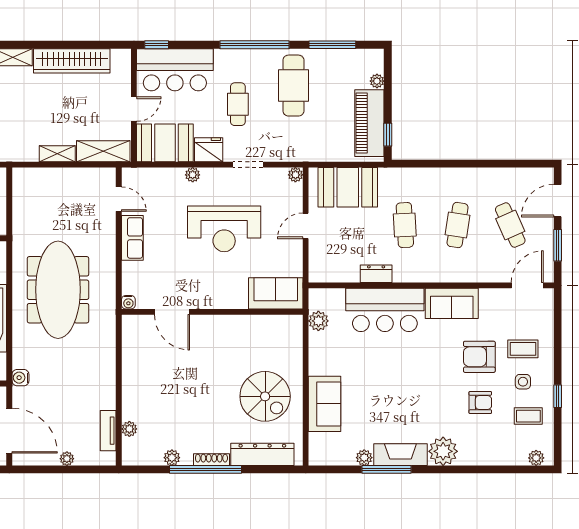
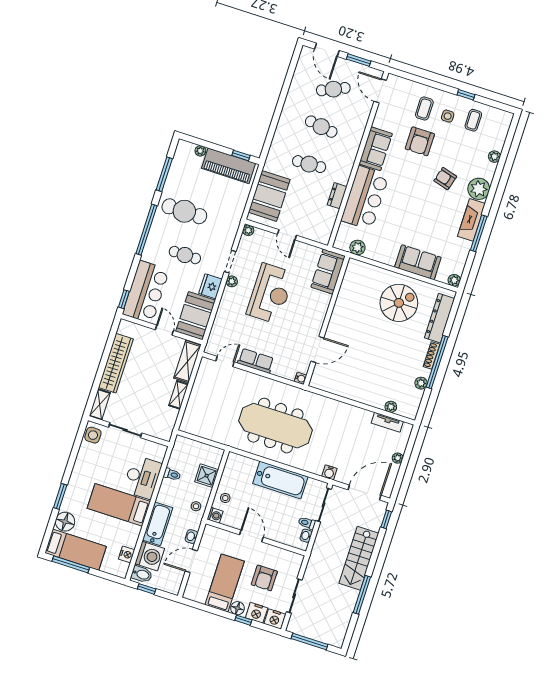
plant: (193, 175) -> (232, 281), moved
armchair: (480, 402) -> (445, 179), moved, turned -74
plant: (364, 458) -> (454, 280), moved
plant: (536, 458) -> (494, 157), moved

